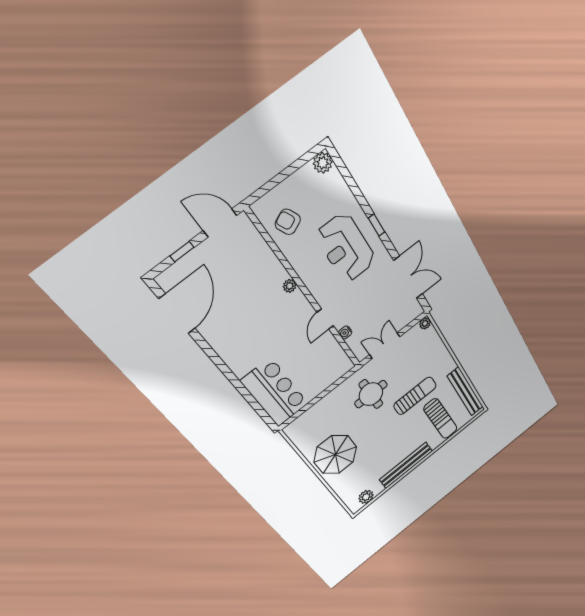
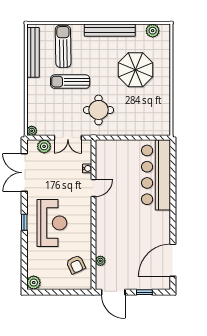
plant: (290, 286) -> (100, 261), moved
plant: (404, 319) -> (44, 146), added
bar counter: (275, 392) -> (156, 175), width x1.36
parasol: (335, 454) -> (136, 70), moved

